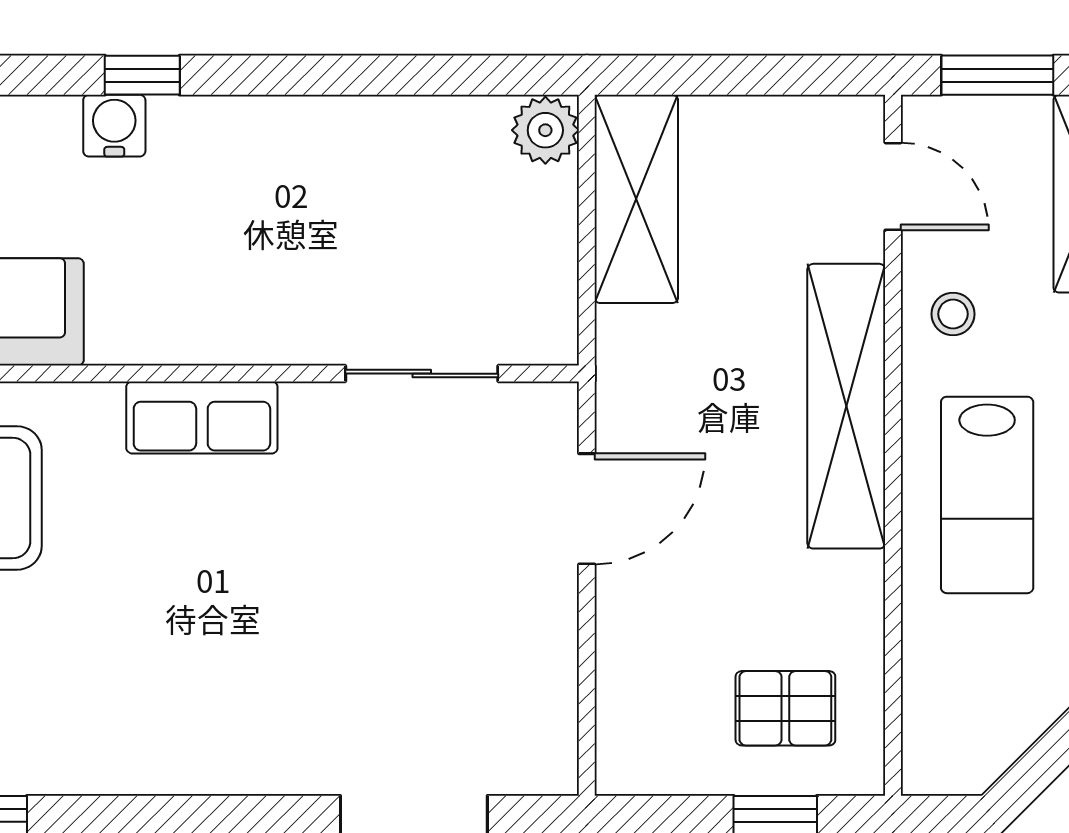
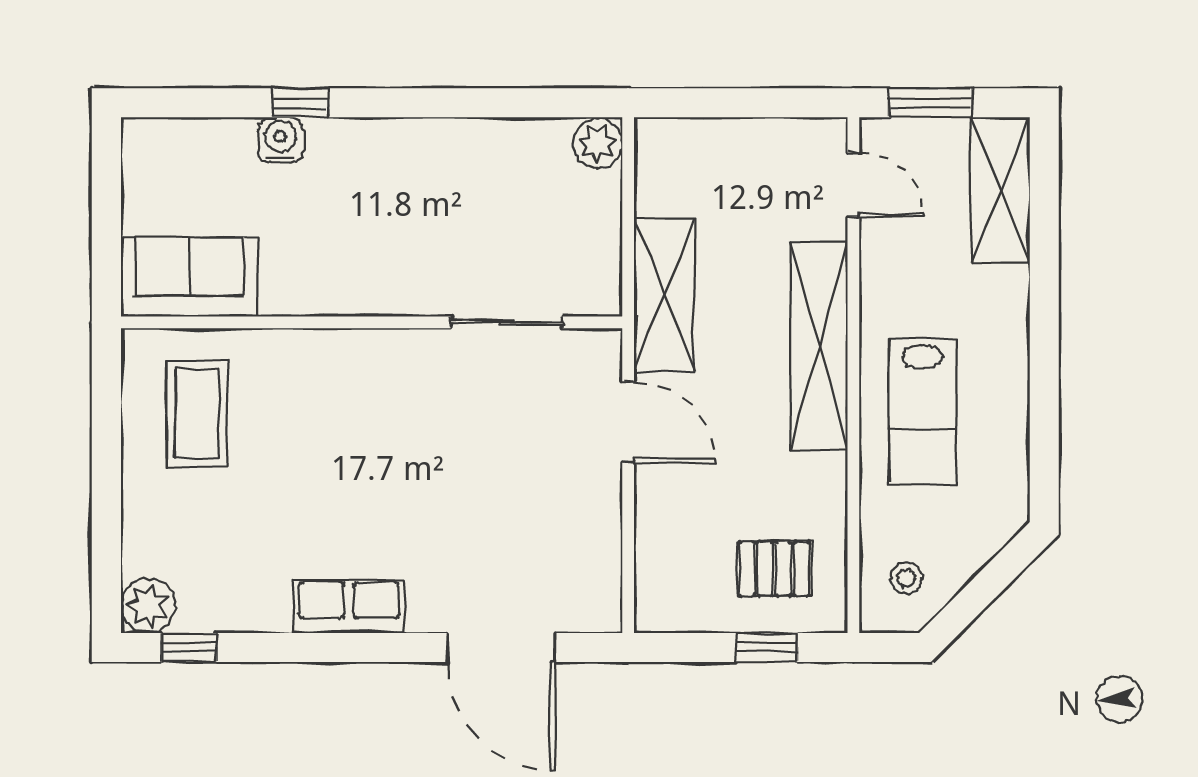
shelving: (636, 199) -> (664, 295), moved
stool: (953, 314) -> (906, 578), moved
row of seats: (202, 417) -> (349, 607), moved, turned 180
door: (587, 509) -> (628, 422), hinge flipped

